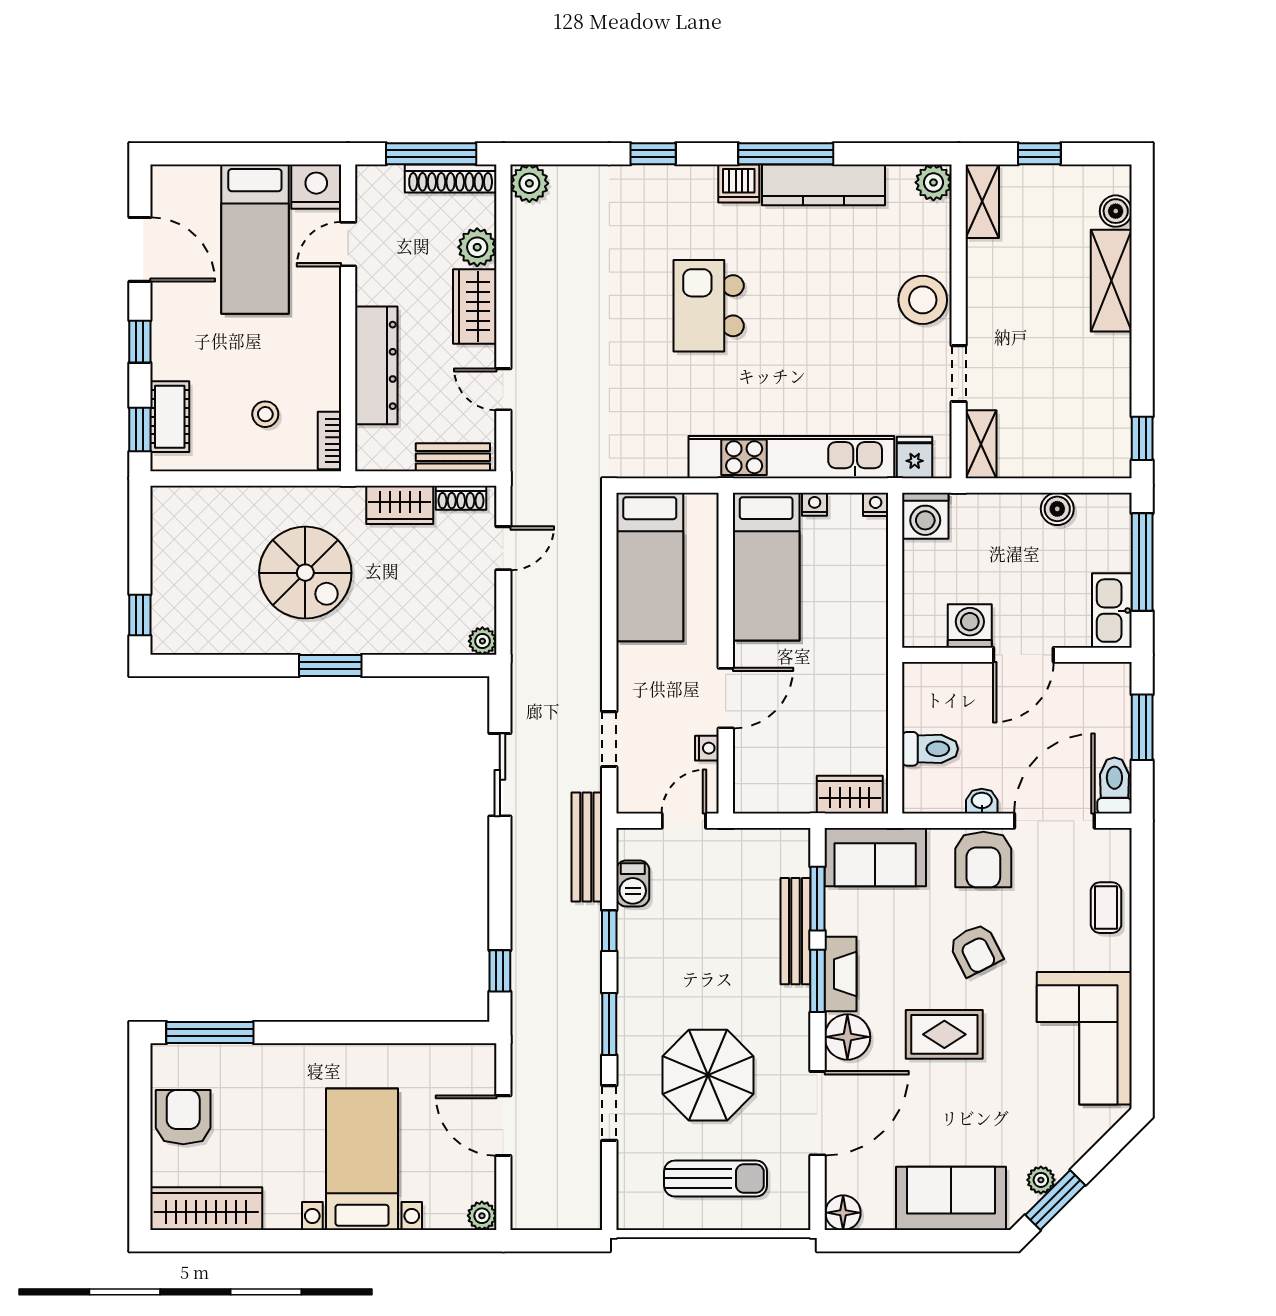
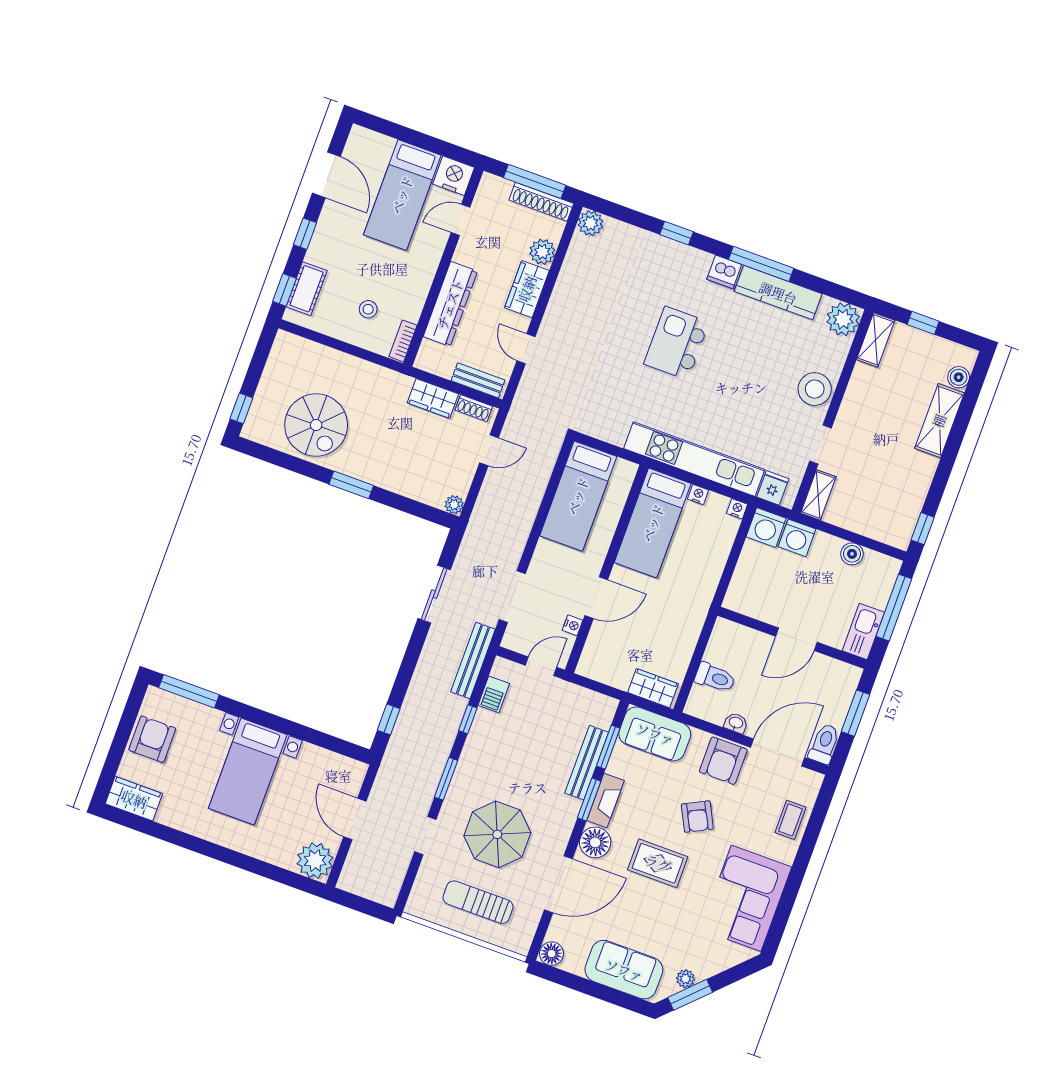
plant: (933, 182) -> (843, 319), width x1.36, depth x1.36
spiral stairs: (305, 573) -> (316, 425), moved
washing machine: (970, 626) -> (797, 538), moved, turned 180
doorway: (609, 739) -> (512, 597), width x1.38
bed with nightstands: (362, 1159) -> (248, 772), moved, turned 180
sun lounger: (716, 1178) -> (478, 902), turned 180
wardrobe: (206, 1209) -> (134, 799), width x0.67
plant: (482, 1216) -> (315, 861), width x1.88, depth x1.88

